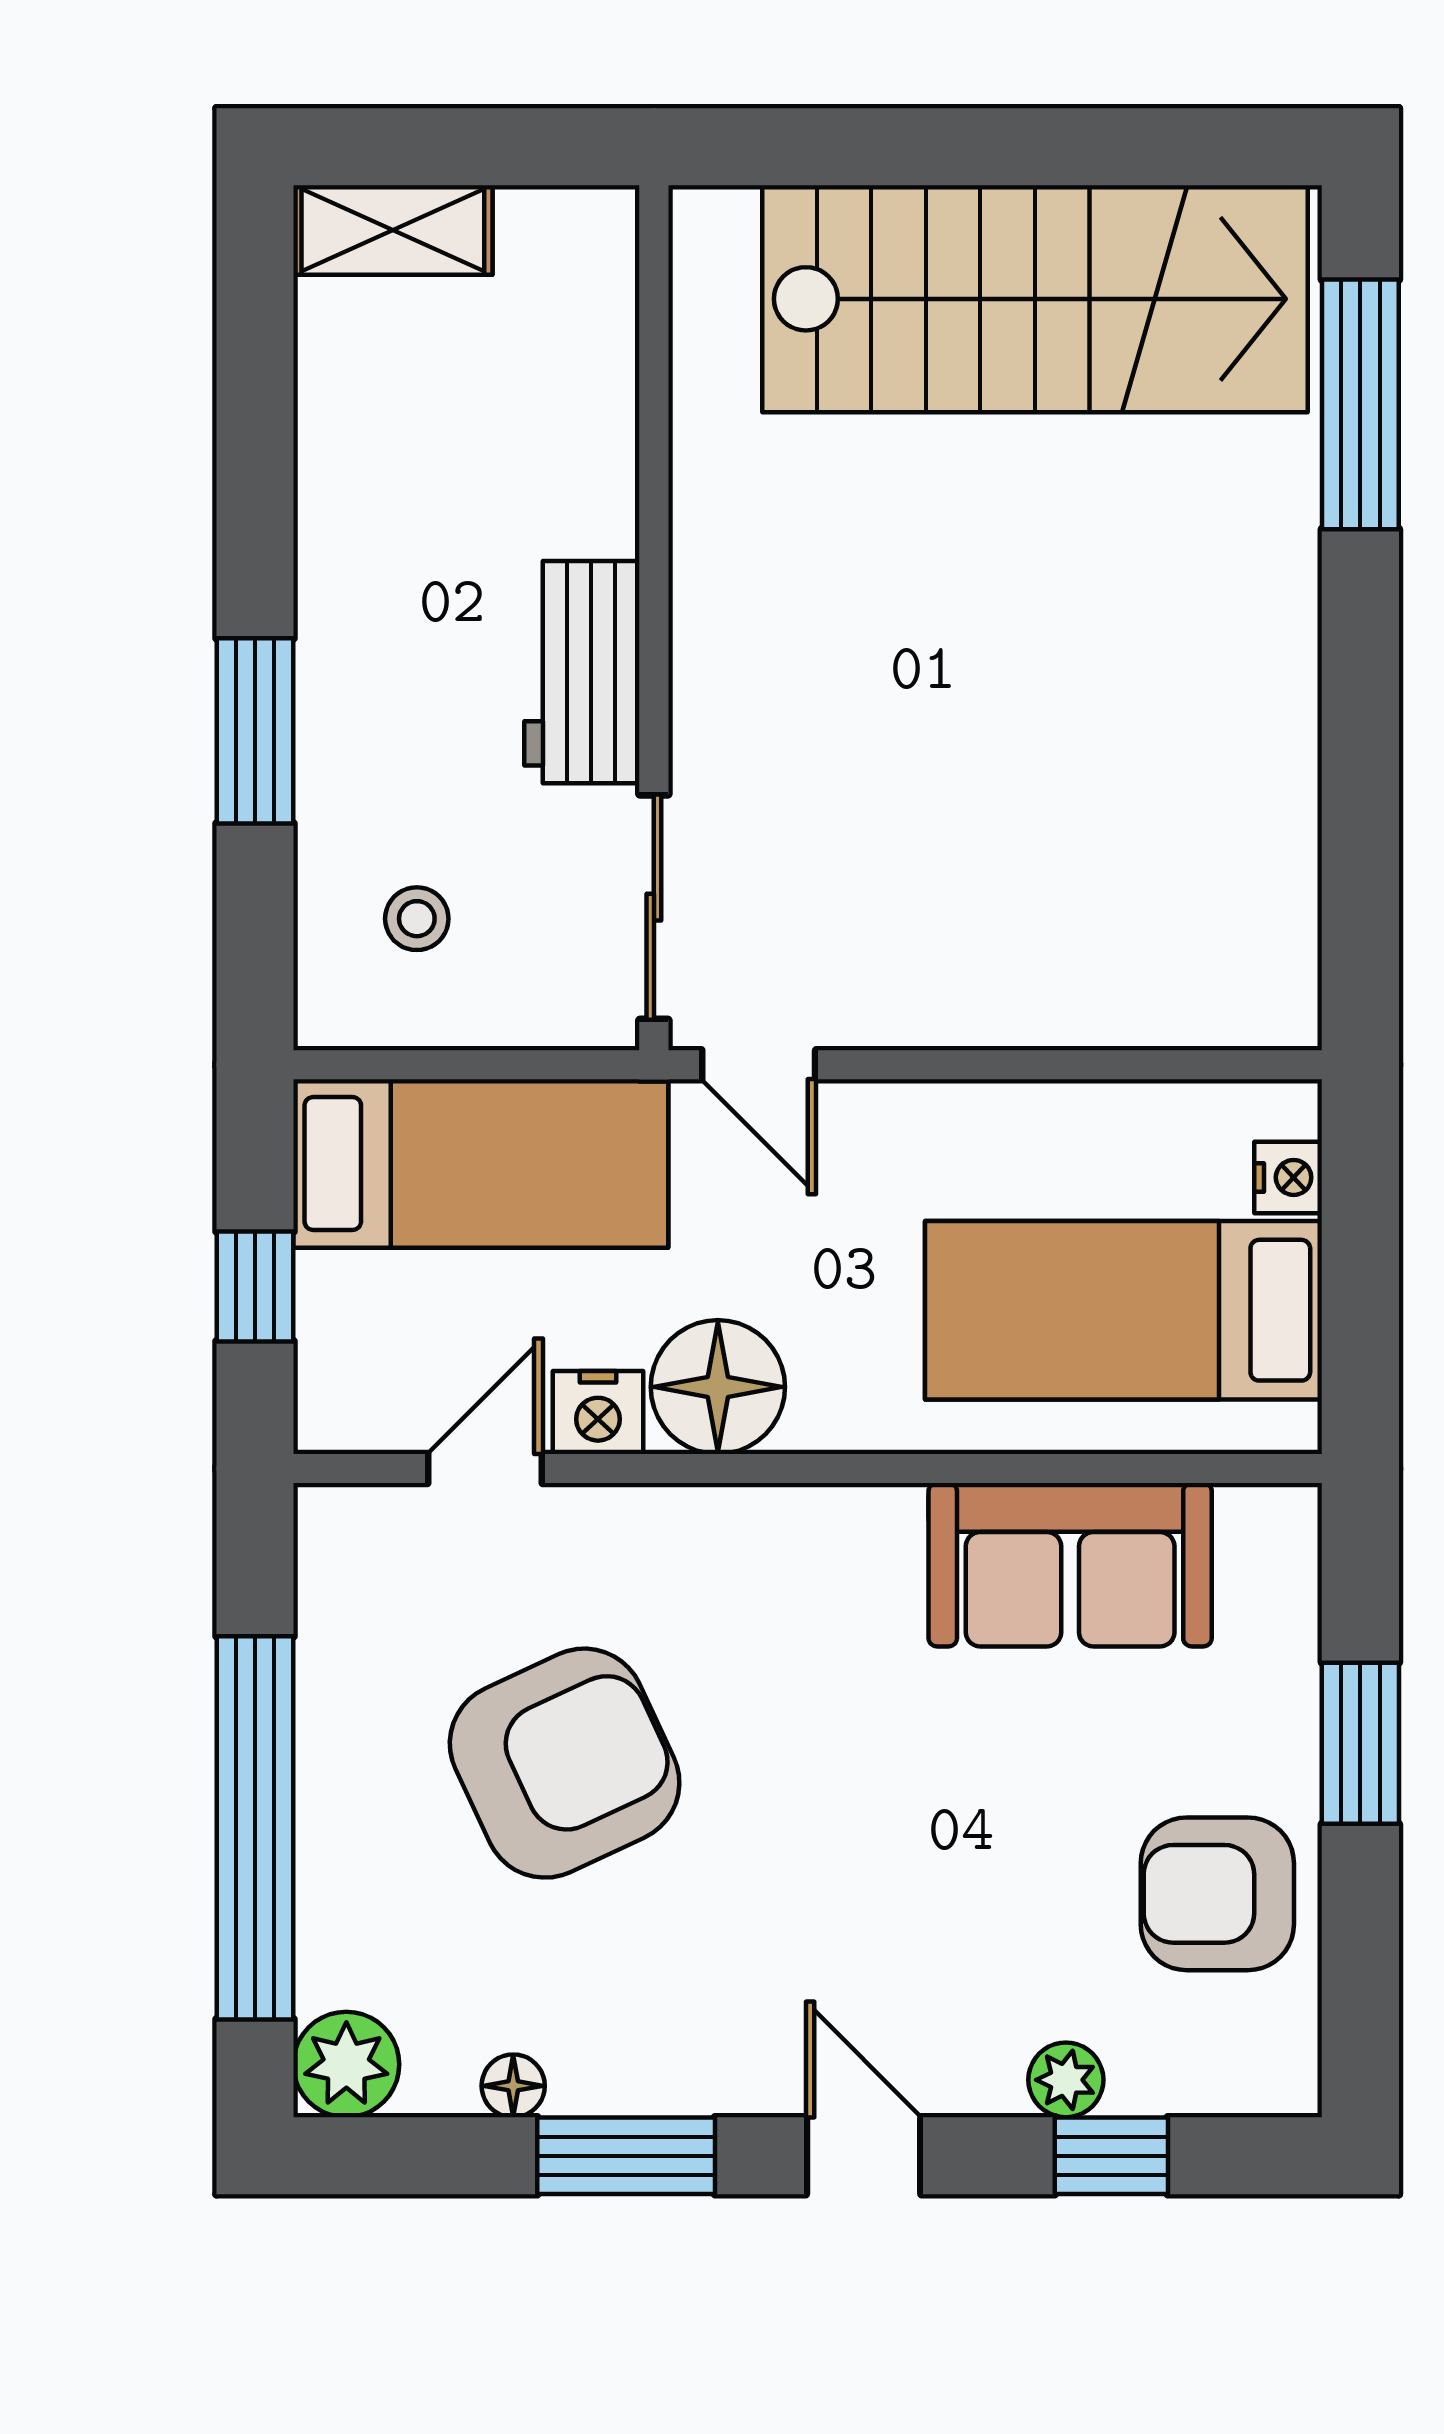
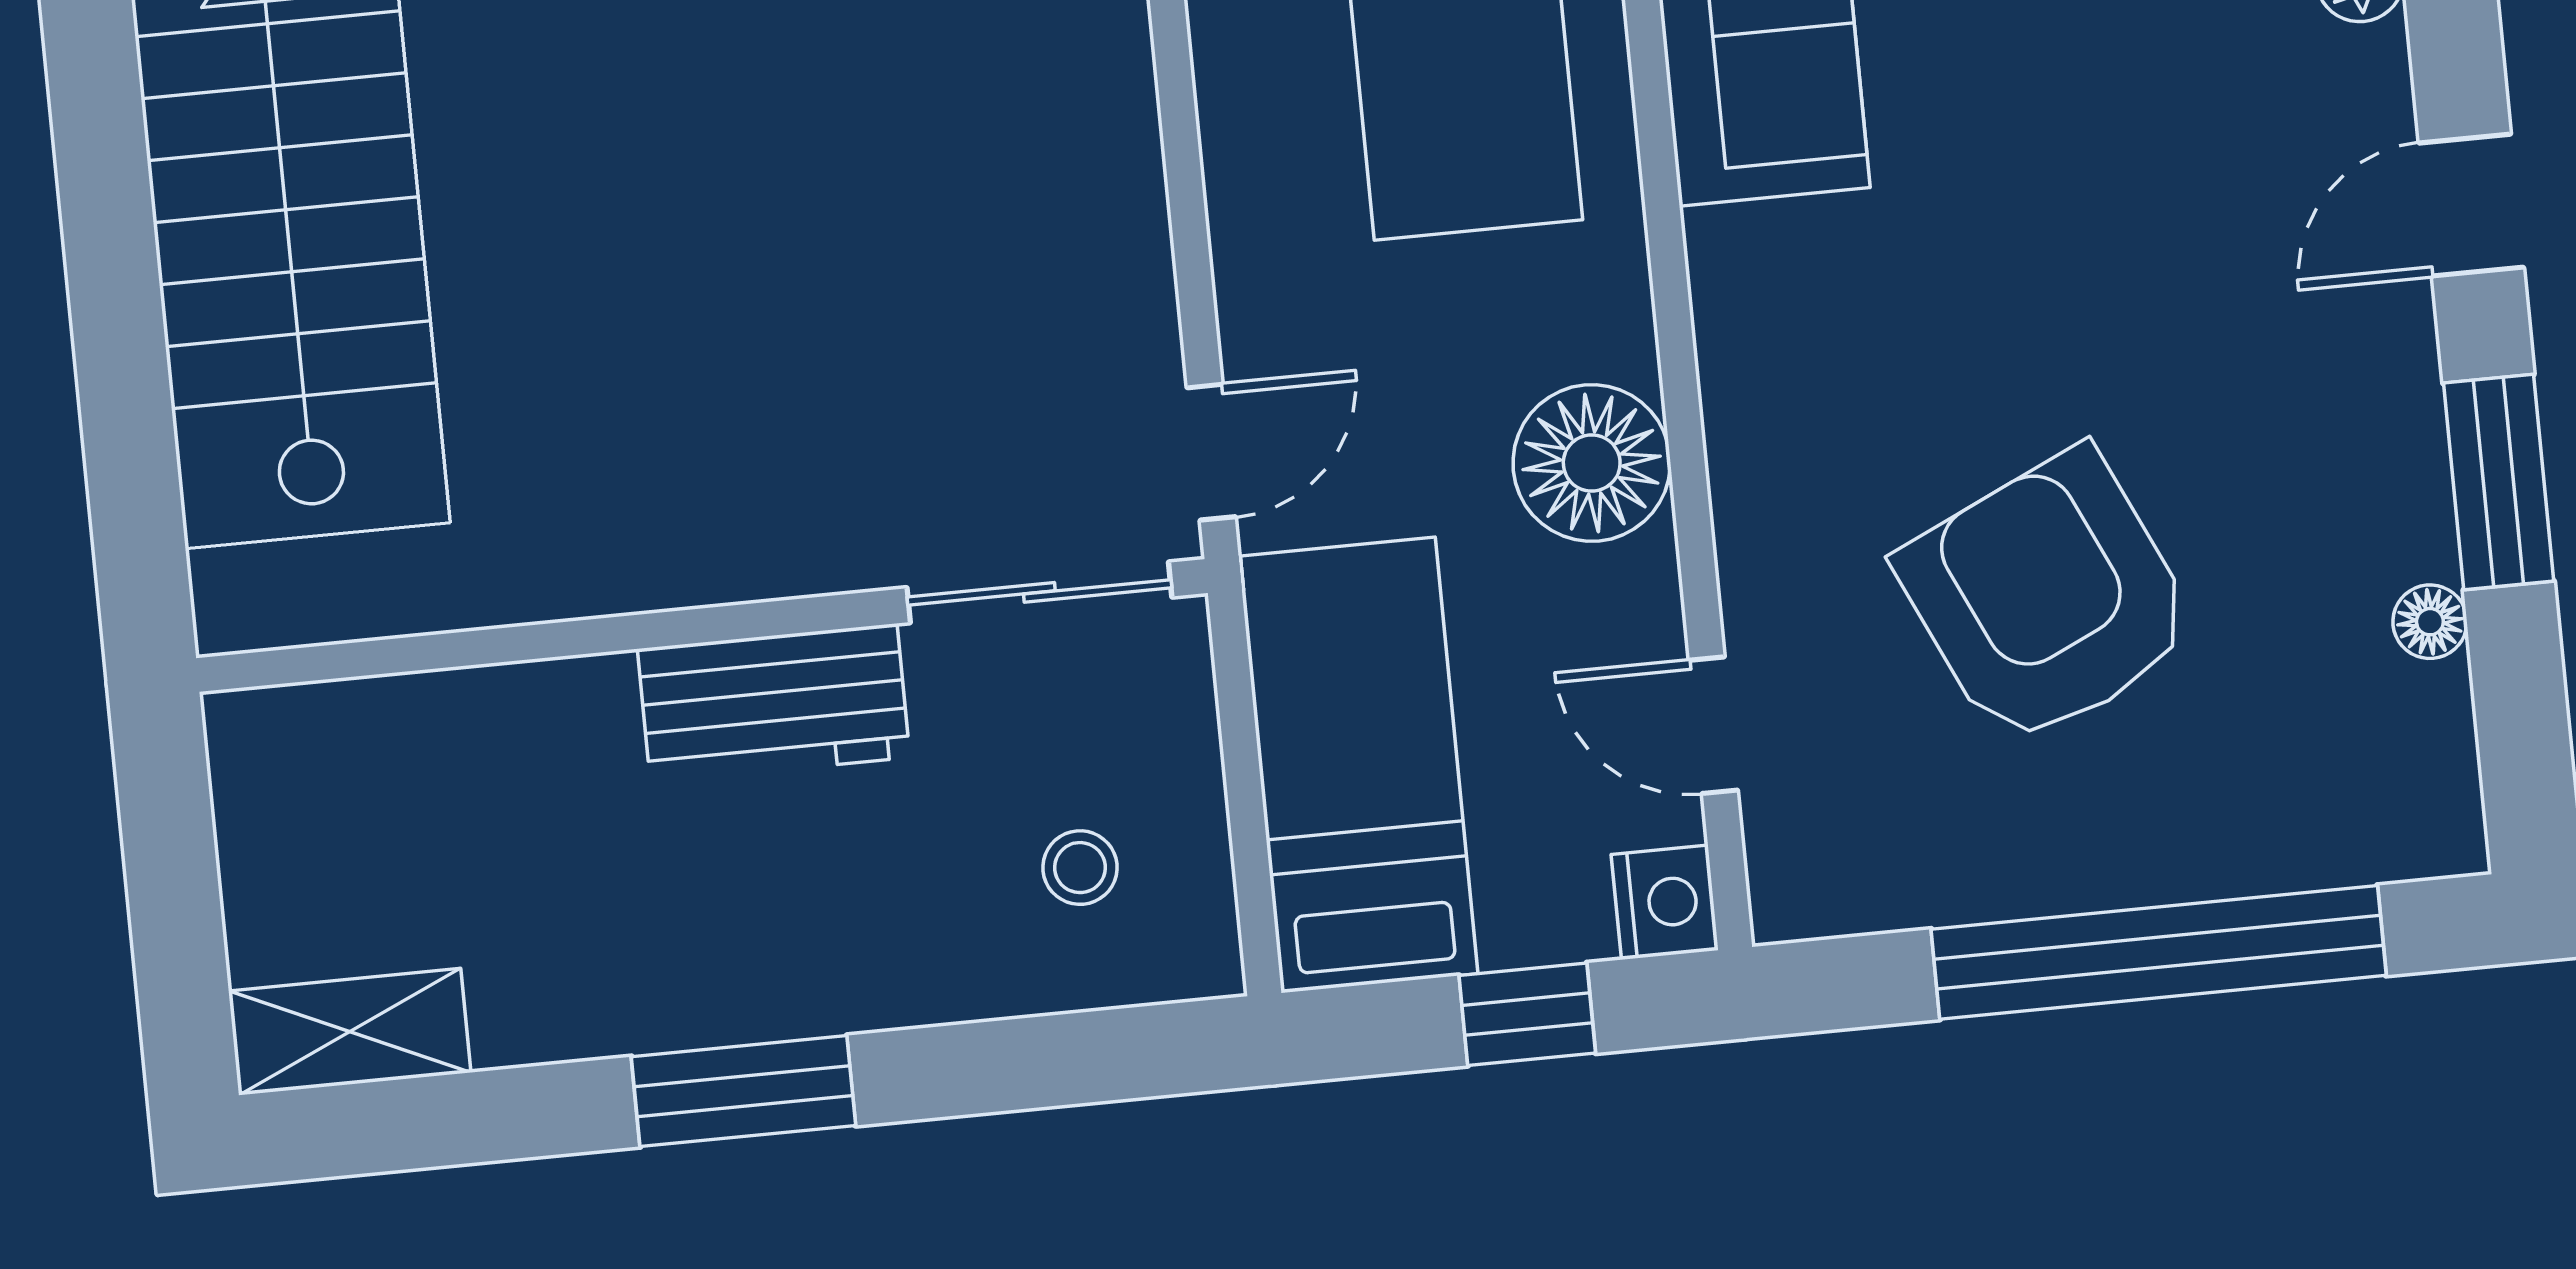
shelving: (393, 230) -> (350, 1032), moved, turned 90
window: (255, 731) -> (743, 1091), moved
nightstand: (598, 1413) -> (1665, 902), moved
plant: (346, 2064) -> (2424, 819), removed

